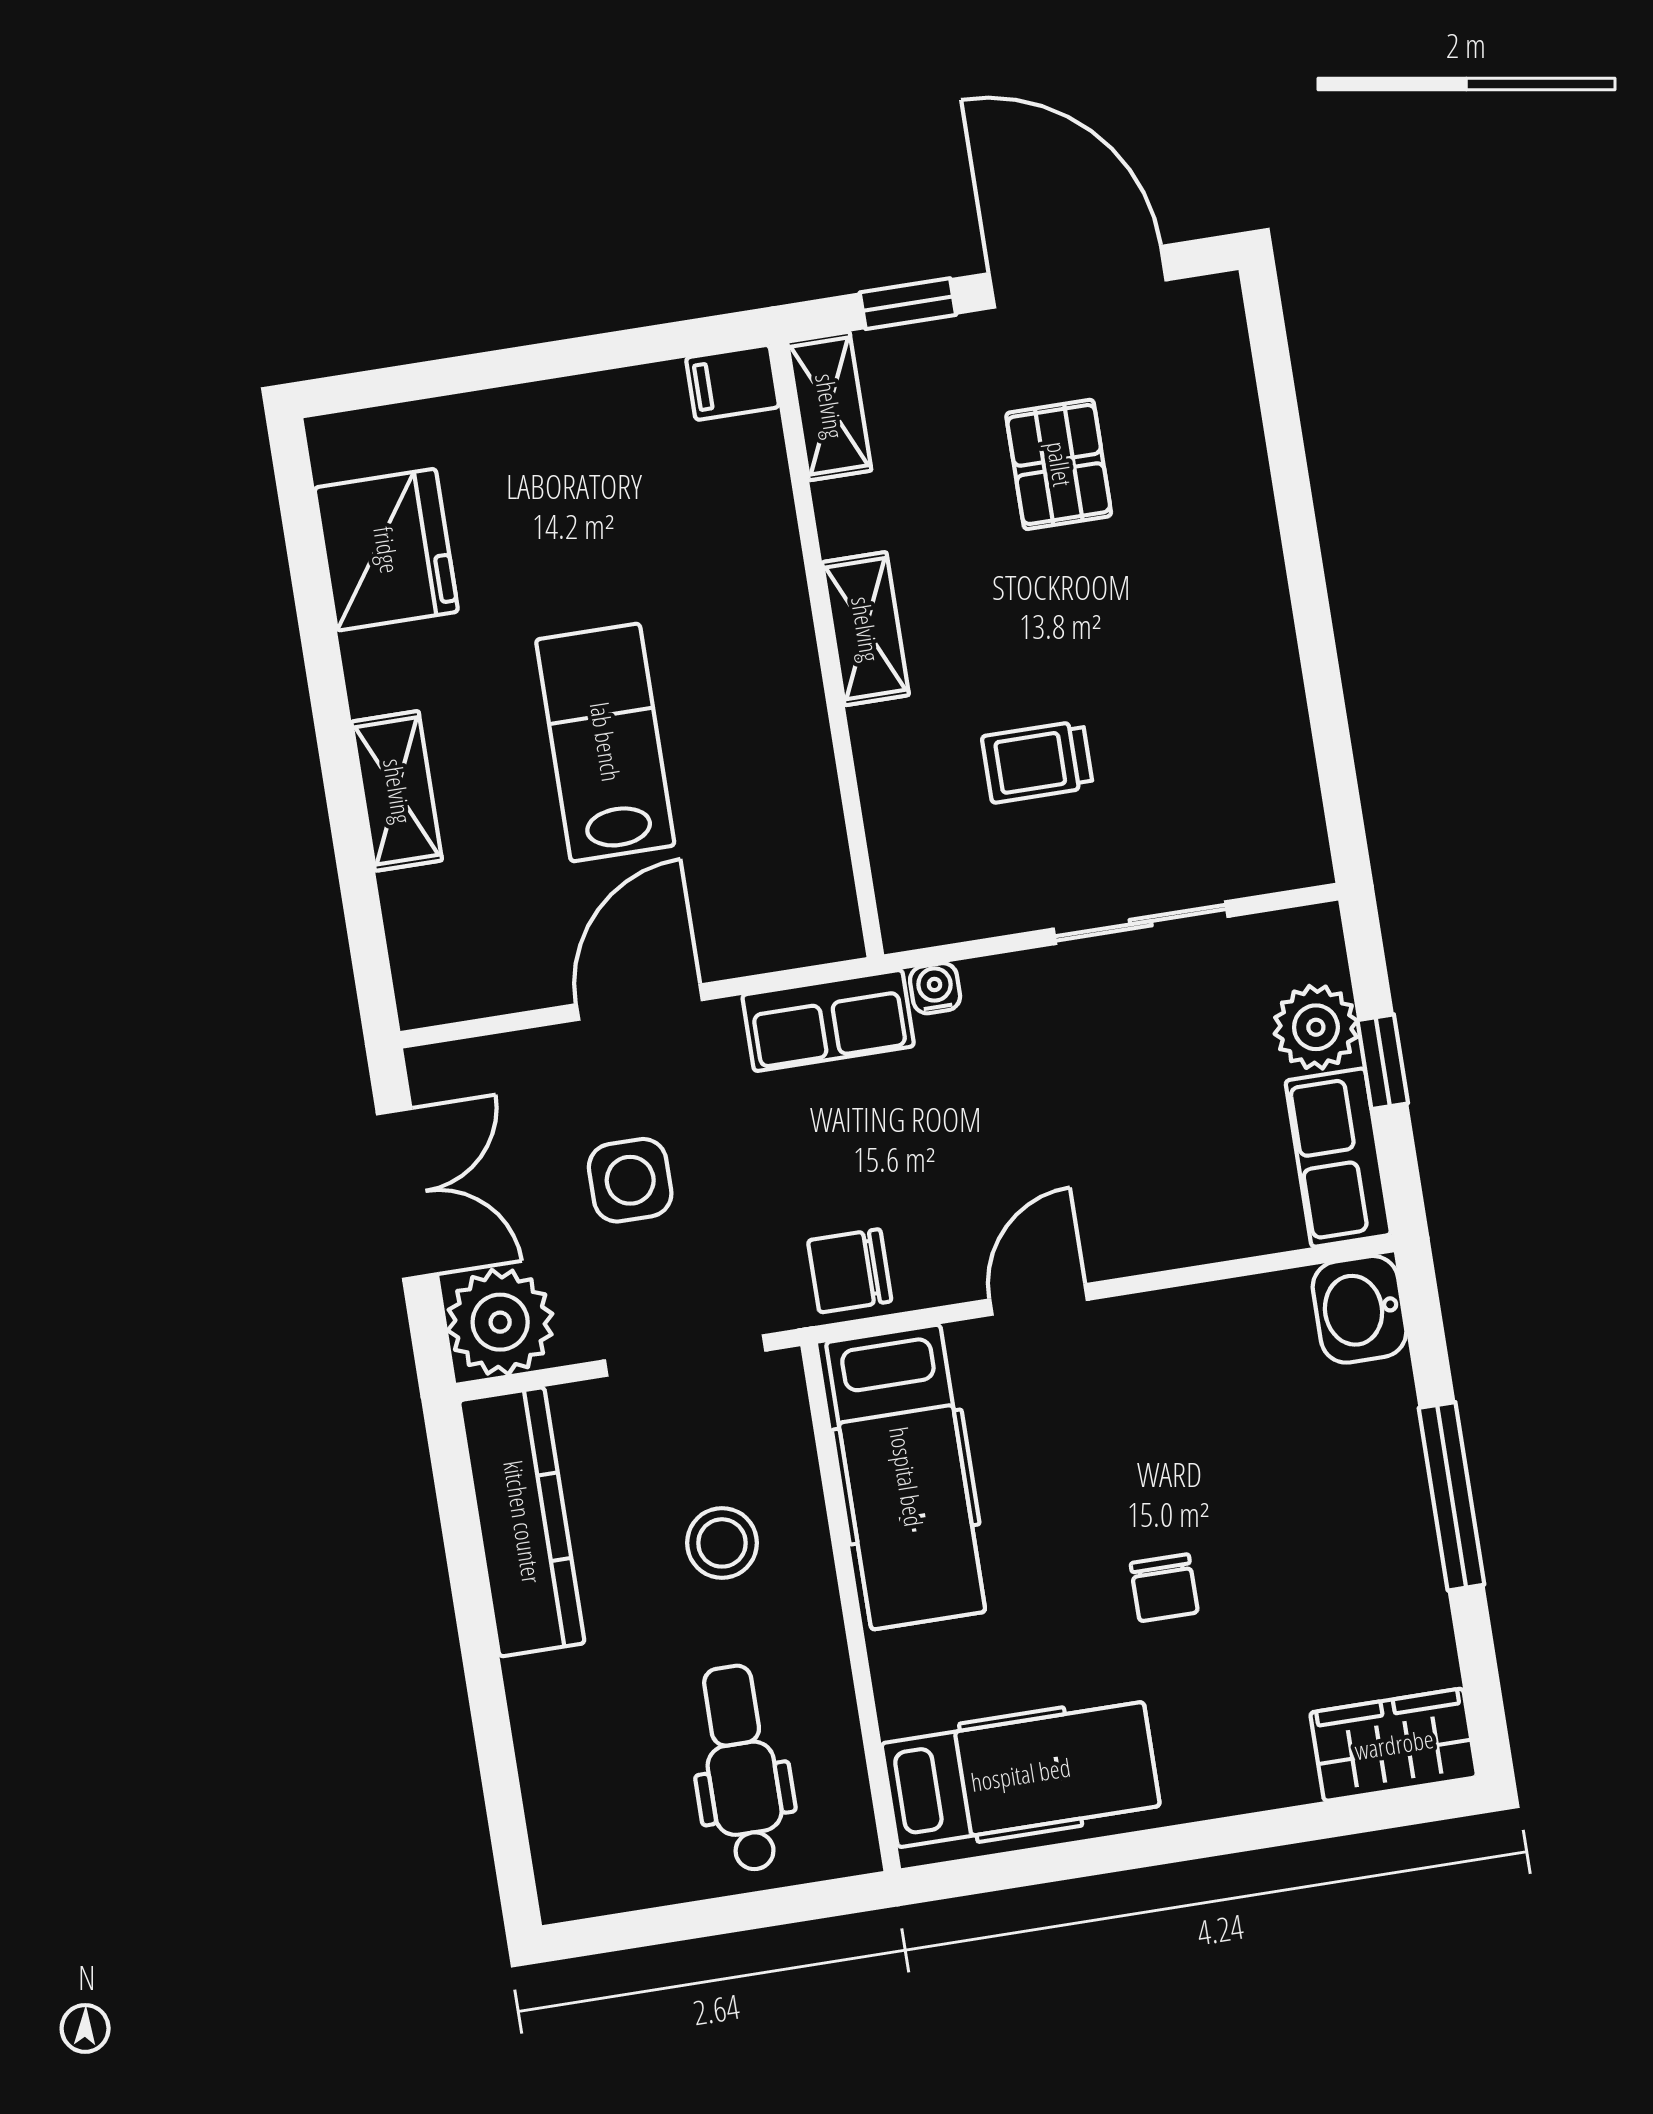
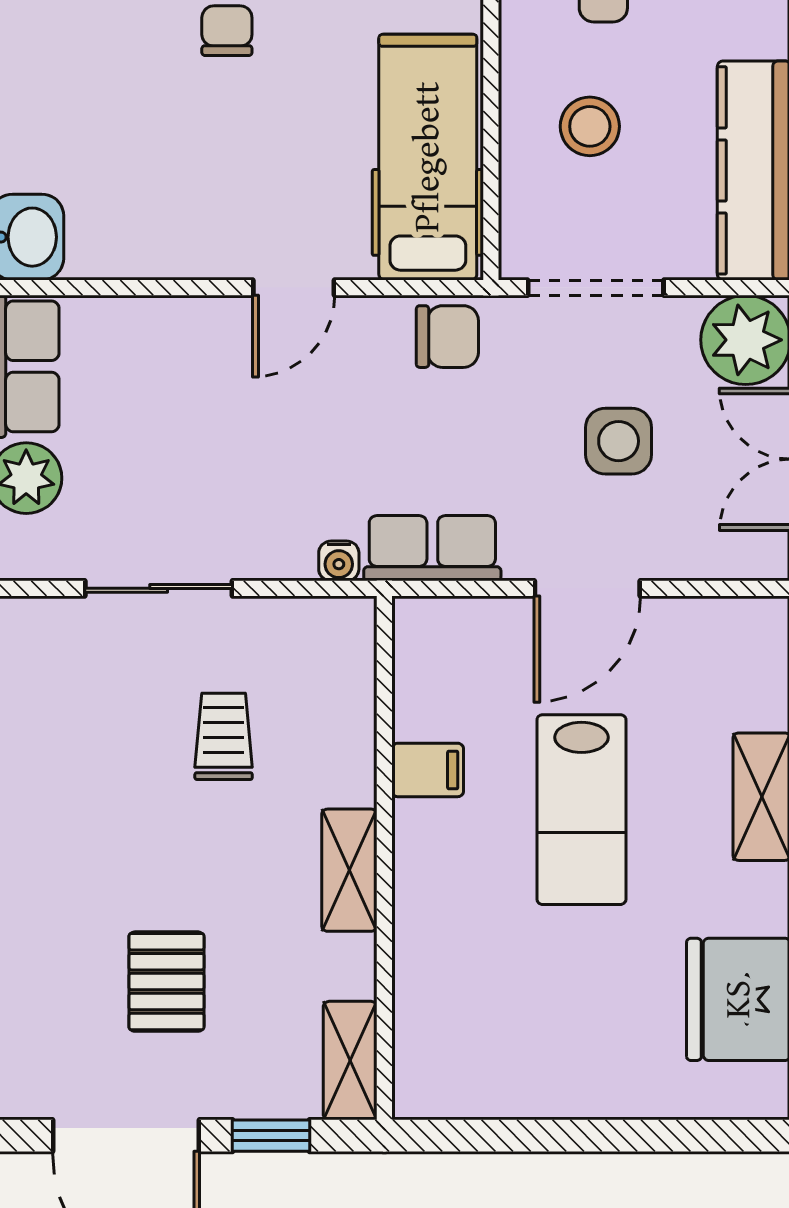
filing cabinet: (733, 382) -> (428, 770), moved
trolley: (1037, 762) -> (224, 736), turned -90

